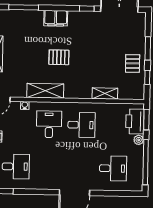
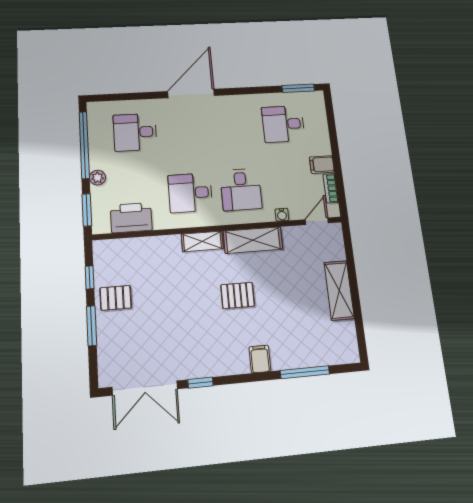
filing cabinet: (56, 18) -> (260, 359), width x0.50
pallet: (133, 63) -> (116, 298), turned 90
shelving: (105, 93) -> (202, 241), moved
printer: (135, 121) -> (131, 218), moved, turned -90

